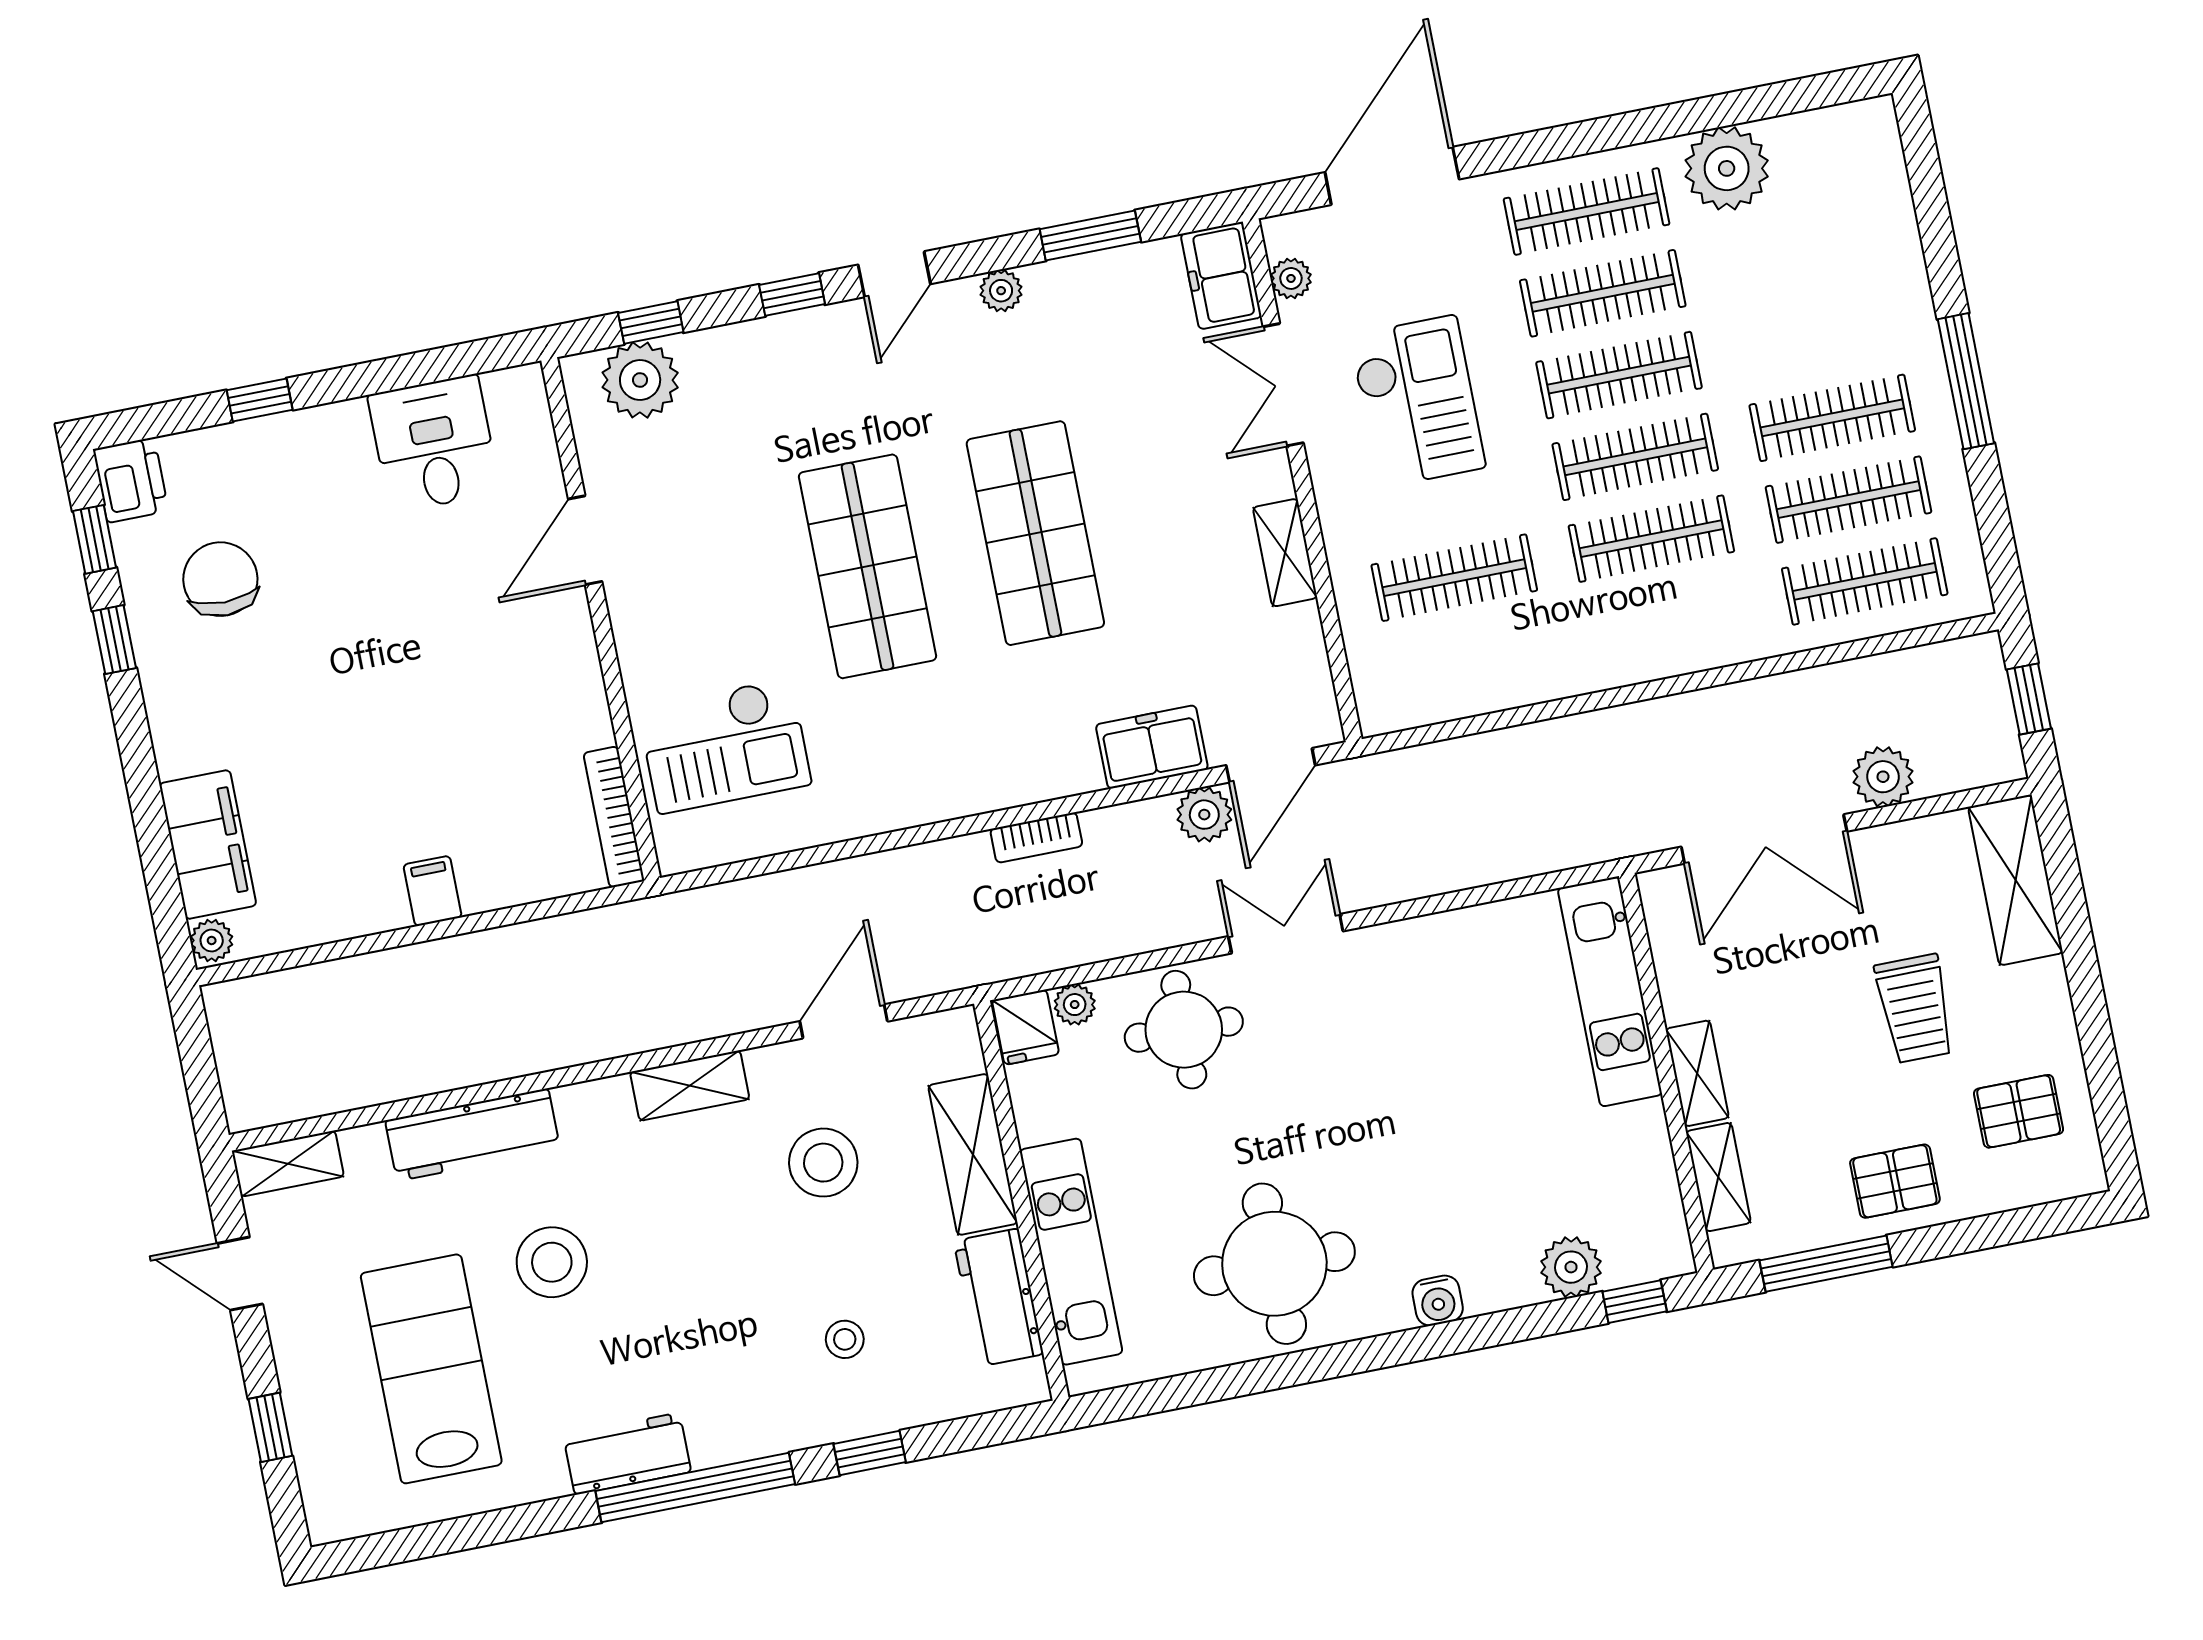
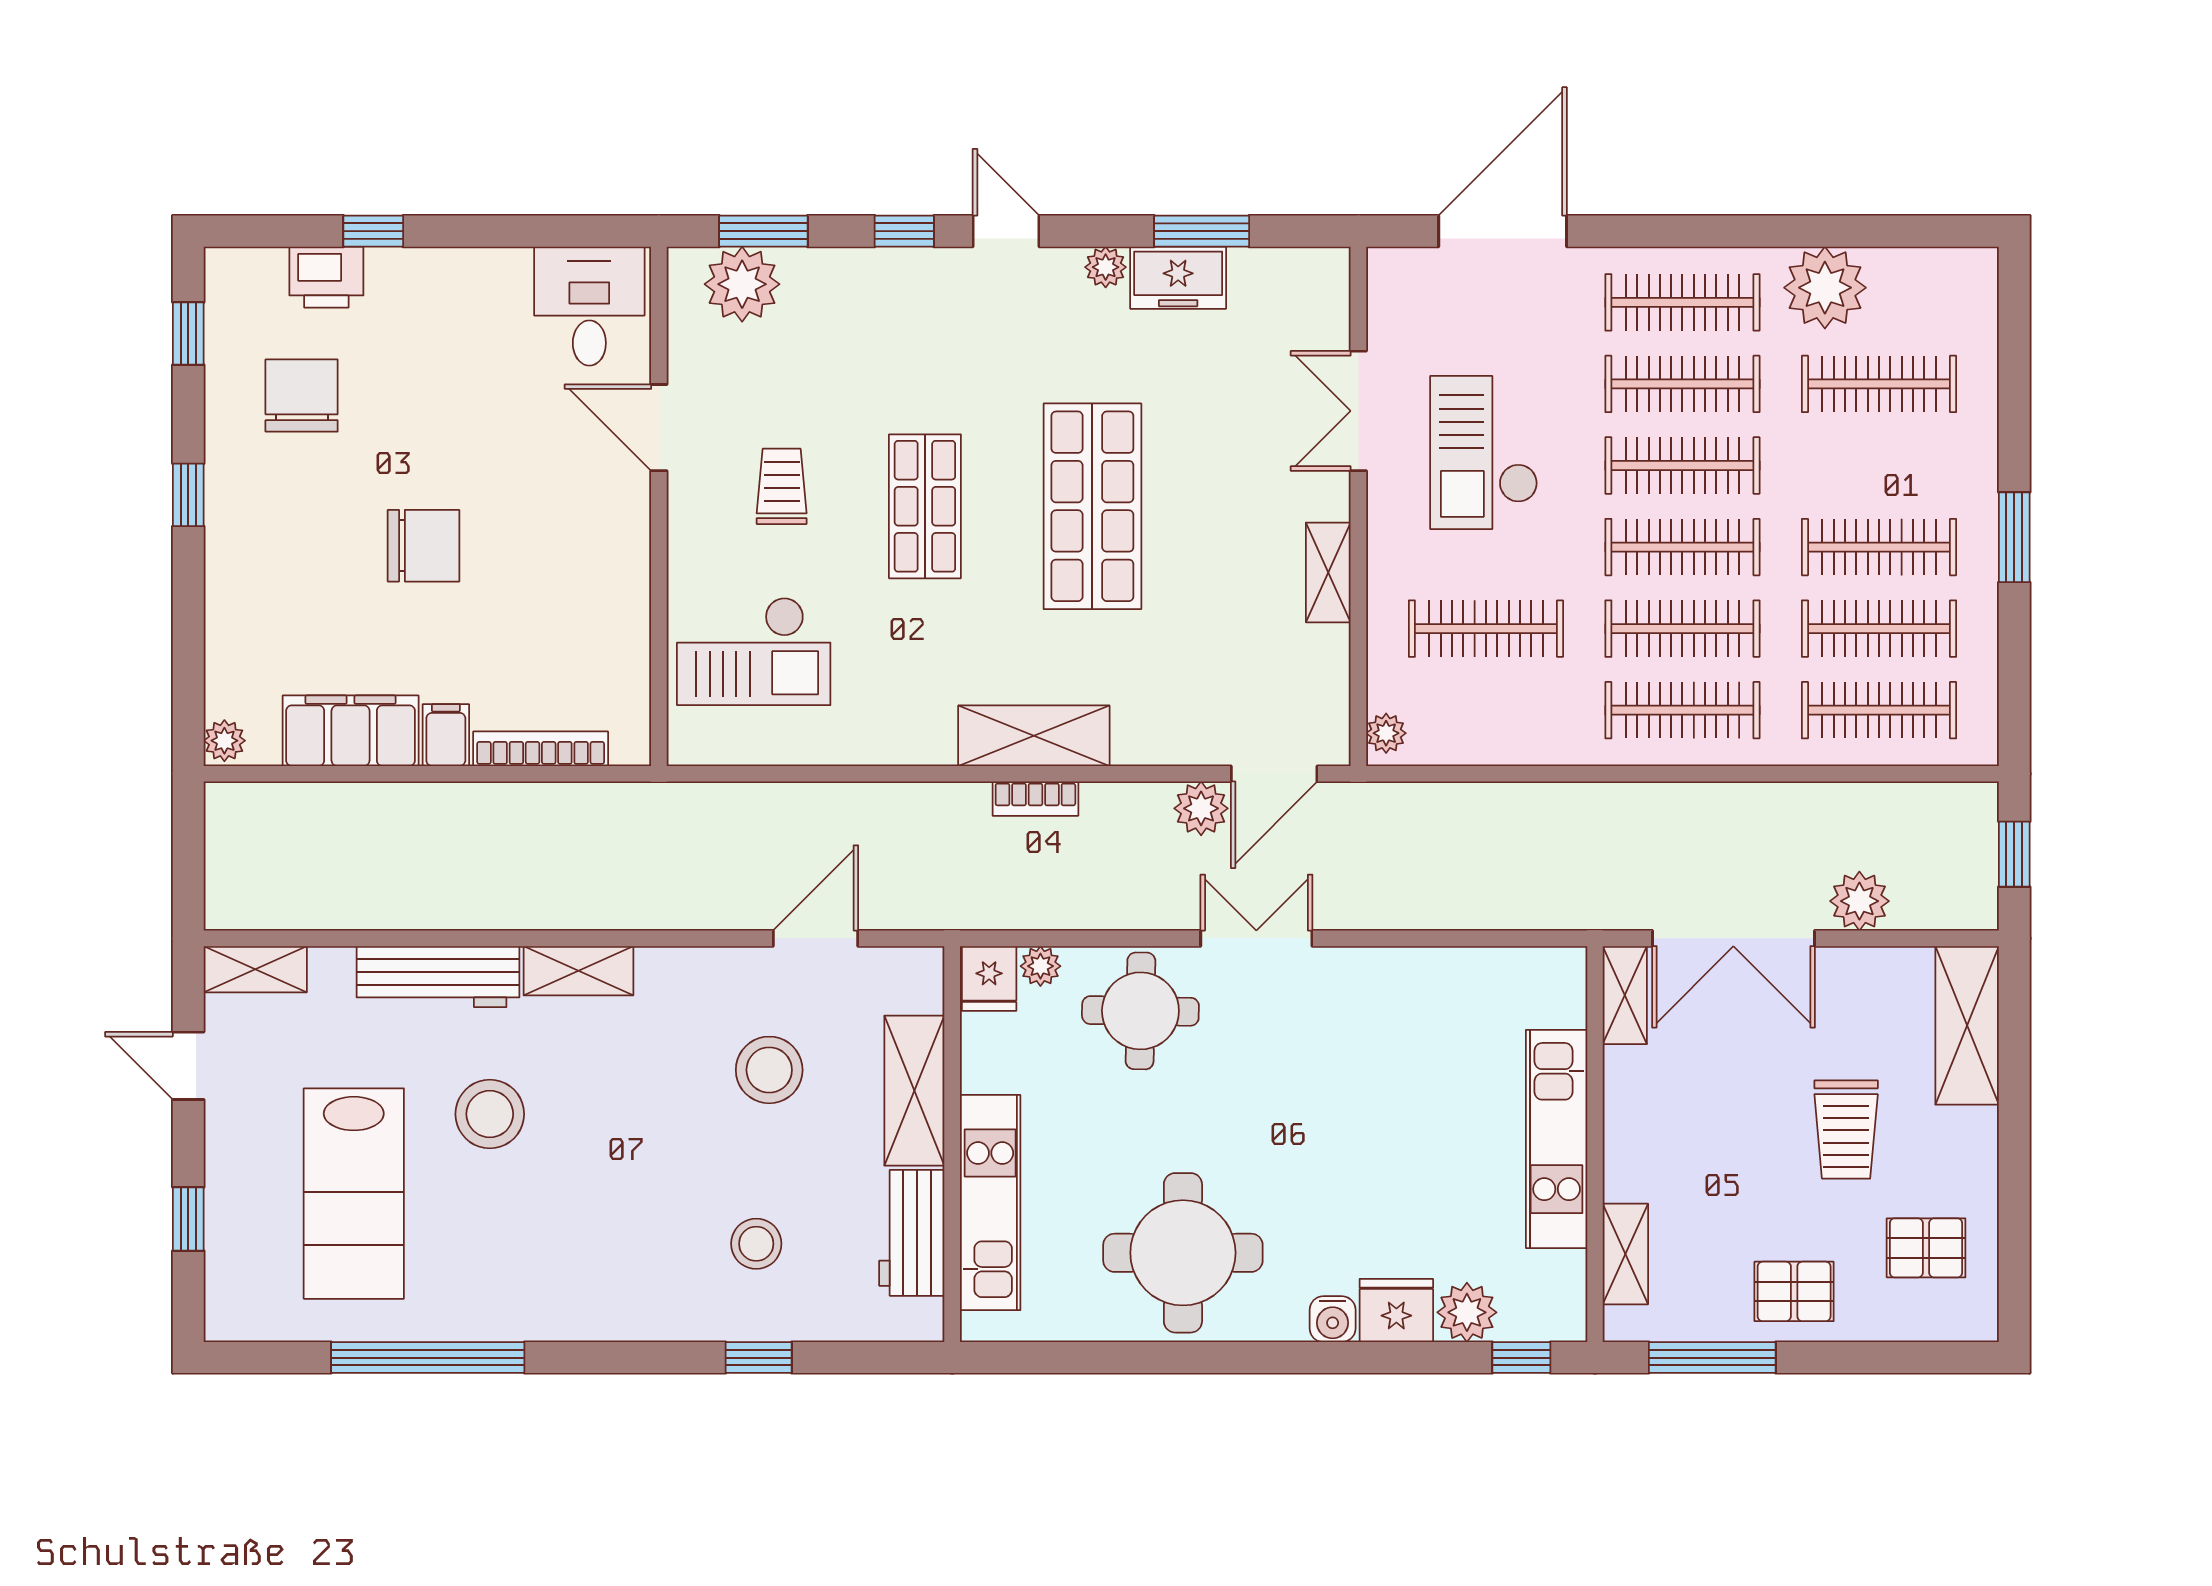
clothes rail: (1800, 254) -> (1879, 384), added
door: (894, 274) -> (1006, 231), swing flipped
freezer: (1221, 276) -> (1178, 278), moved, turned -90
plant: (1291, 278) -> (1386, 733), moved
window: (651, 323) -> (763, 231), width x1.50
window: (1966, 381) -> (2014, 537), width x0.69
checkout: (1417, 401) -> (1484, 452), turned 180
desk: (434, 444) -> (589, 306), moved
printer: (131, 480) -> (326, 277), moved, turned 90
door: (585, 540) -> (659, 428), hinge flipped
shop shelf: (867, 566) -> (925, 506), width x0.70, depth x0.74
trolley: (720, 575) -> (782, 486), added
clothes rail: (1668, 620) -> (1682, 710), added
window: (114, 640) -> (188, 495), moved
chair: (372, 705) -> (423, 546), added
freezer: (1152, 747) -> (1164, 734), removed
shelving: (1022, 775) -> (1034, 736), added
bookcase: (614, 817) -> (541, 749), moved, turned 90
filing cabinet: (208, 845) -> (351, 731), moved, turned -90
kitchen unit: (1610, 992) -> (1557, 1139), moved
shelving: (1697, 1073) -> (1625, 995), moved
shelving: (690, 1086) -> (578, 971), moved
fridge: (1500, 1279) -> (1396, 1310), added
stool: (845, 1339) -> (756, 1244), width x1.37, depth x1.37
lab bench: (431, 1369) -> (354, 1194), turned 180
workbench: (627, 1454) -> (526, 1312), removed
window: (695, 1488) -> (428, 1358), moved

